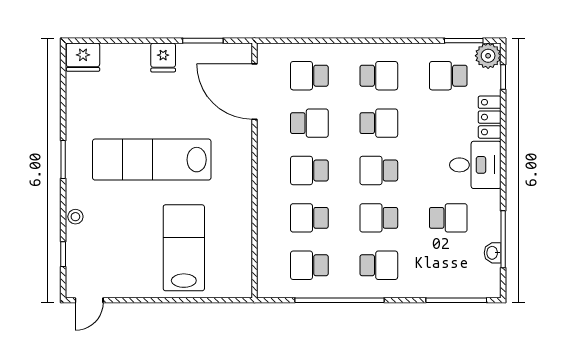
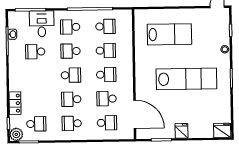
desk: (475, 165) -> (42, 24), moved, turned 90
school desk: (379, 218) -> (71, 51), turned 180
lab bench: (184, 248) -> (169, 34), turned -90

